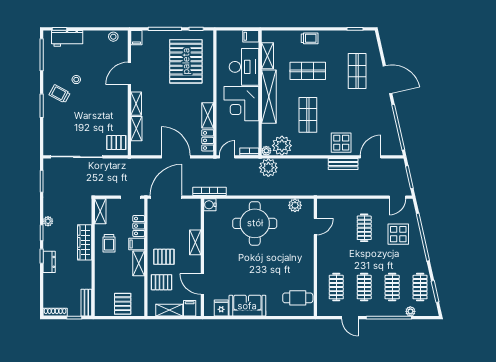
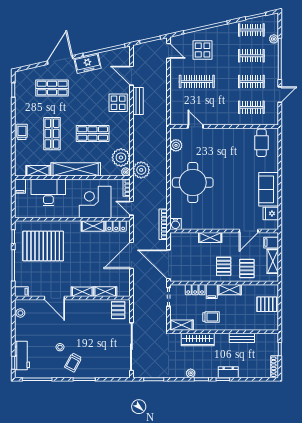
corner desk: (241, 104) -> (95, 202), moved, turned 180
freezer: (384, 109) -> (88, 63), added
clothes rail: (364, 228) -> (197, 82), width x1.36
wardrobe: (85, 242) -> (198, 339), moved
bench: (86, 303) -> (242, 338), moved

